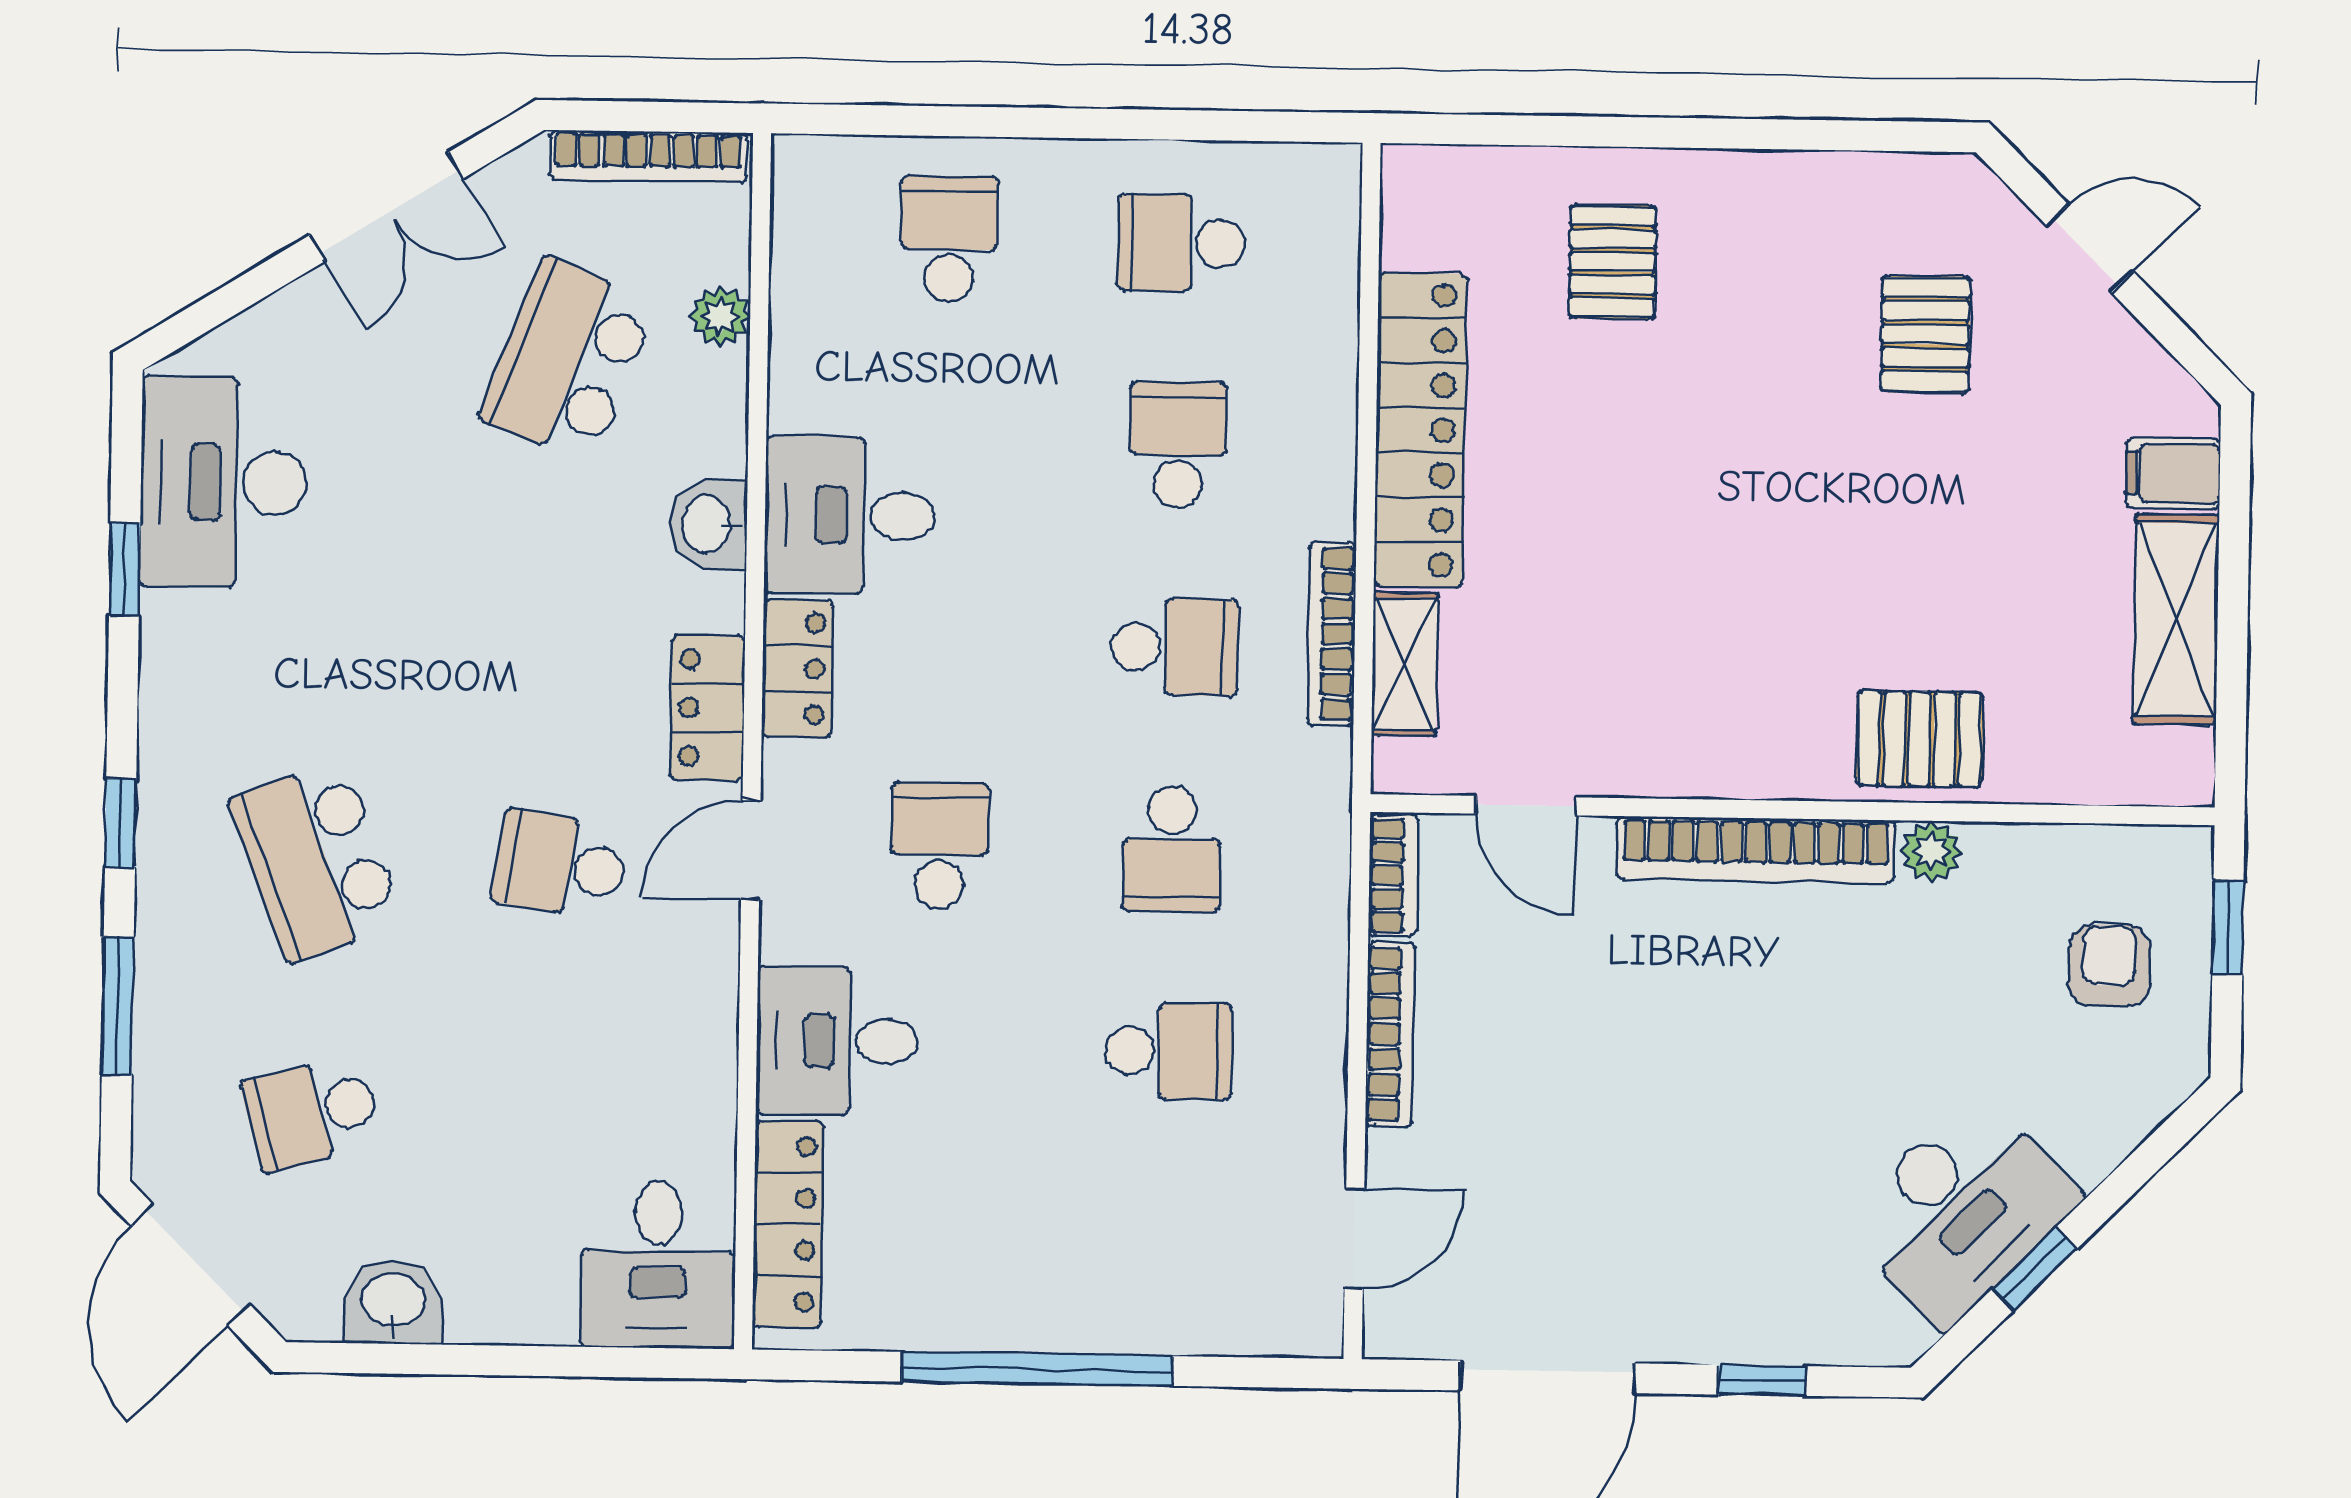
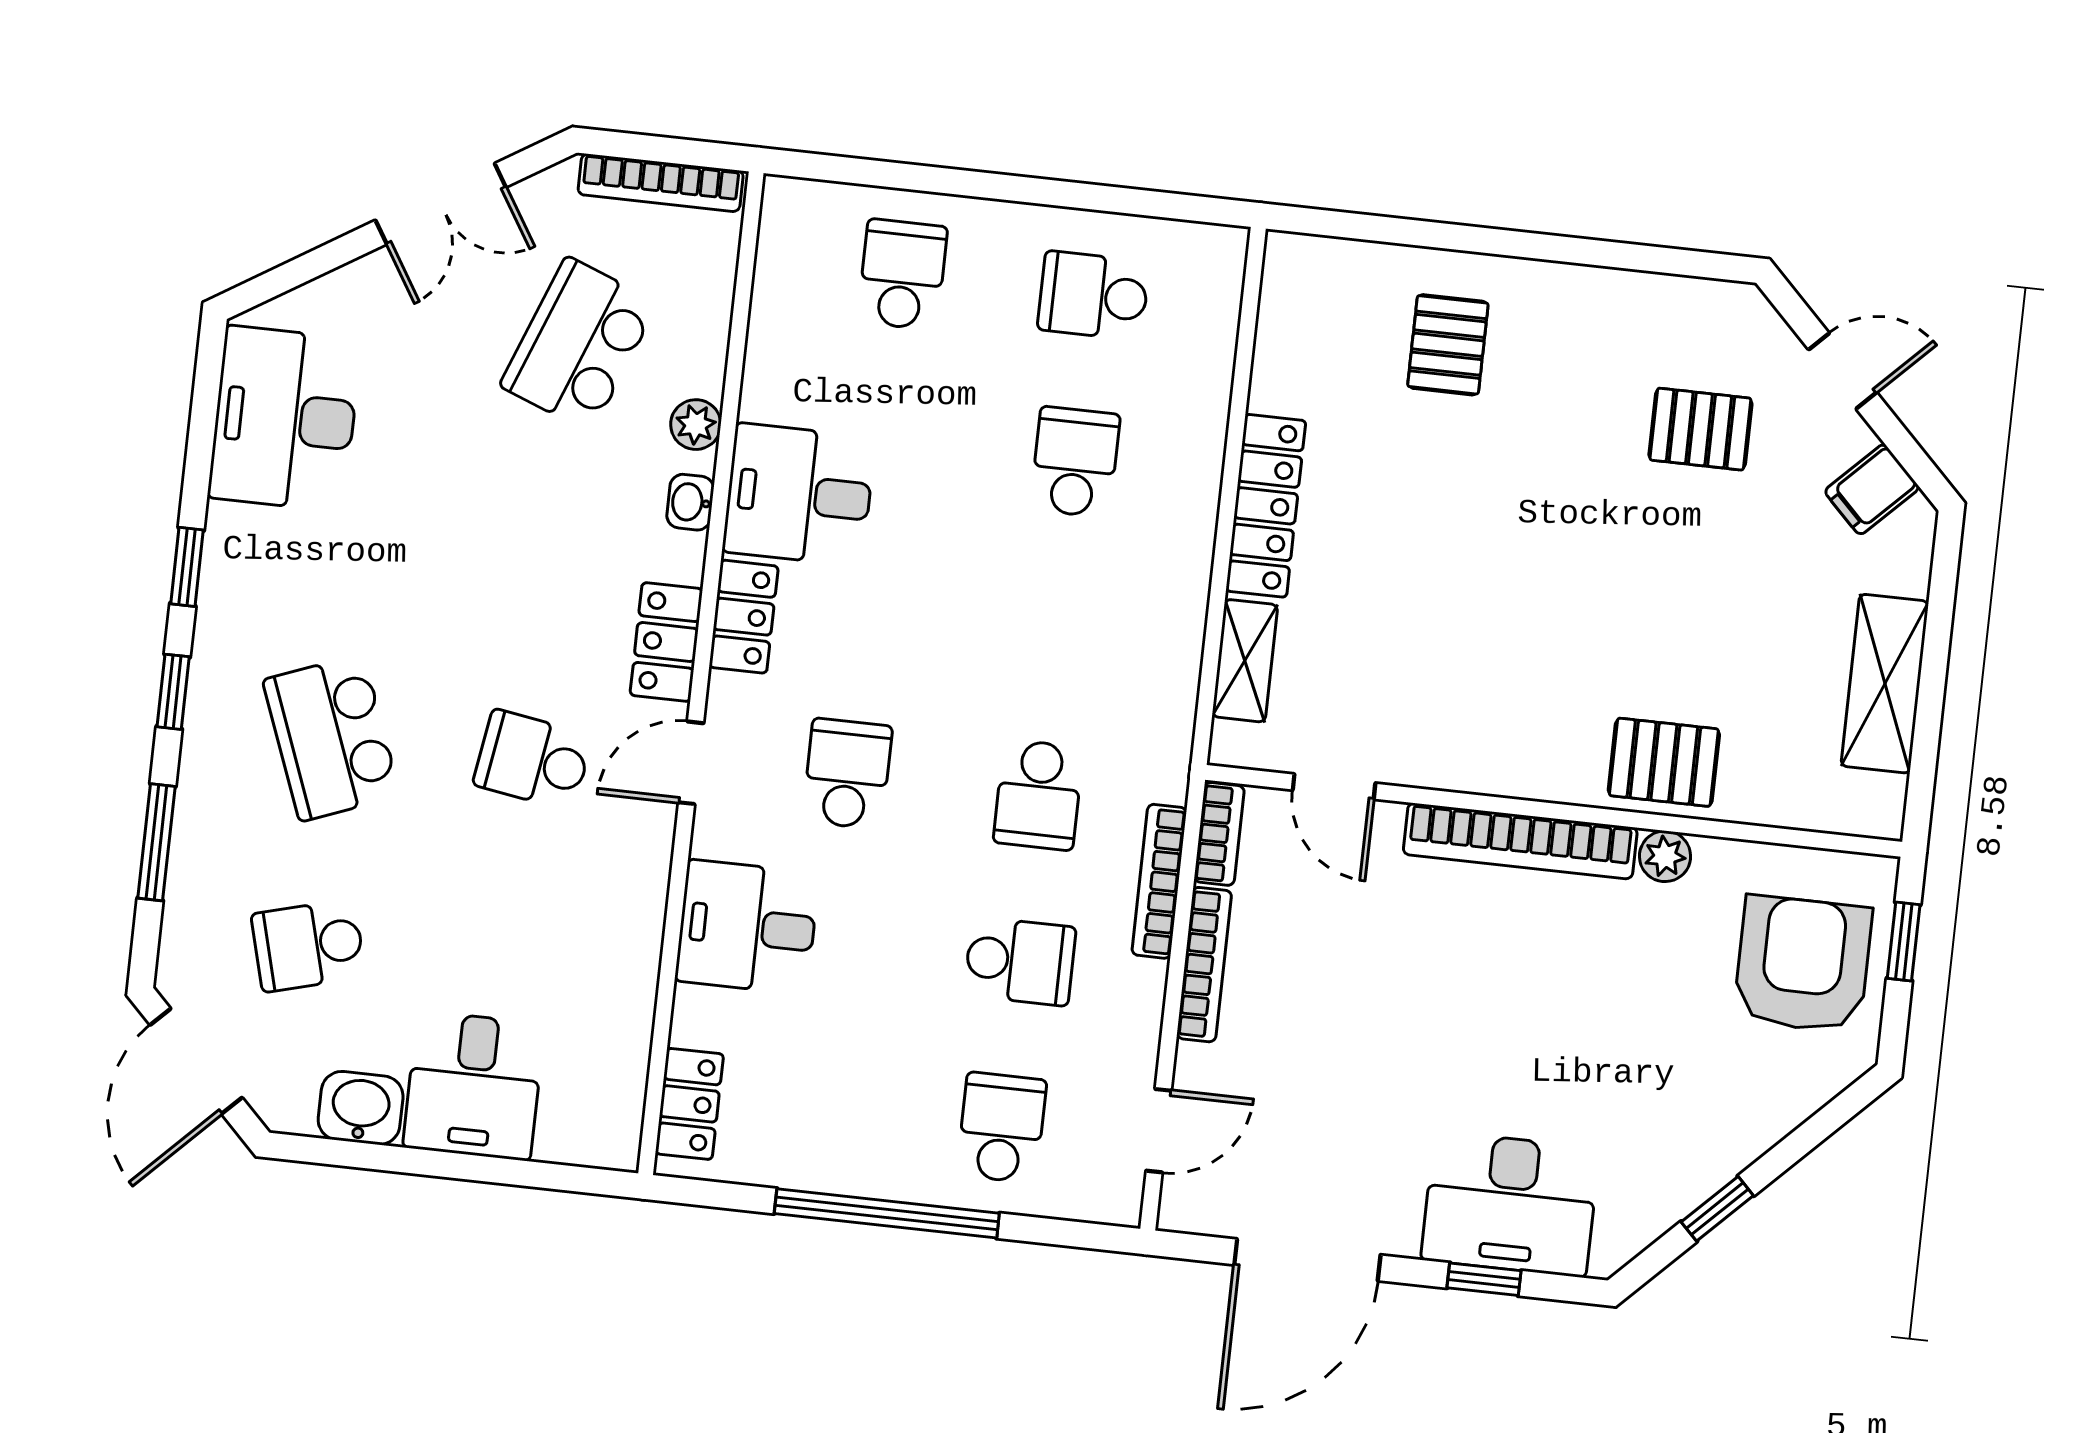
plant: (720, 316) -> (696, 425), moved
pallet: (1925, 334) -> (1700, 429), turned 90
locker: (1420, 430) -> (1266, 506), width x0.71, depth x0.83
filing cabinet: (2173, 473) -> (1872, 489), moved, turned -45
washbasin: (709, 524) -> (690, 502), width x0.72, depth x0.69
window: (125, 569) -> (187, 567), moved
bookcase: (1332, 634) -> (1159, 881), moved
school desk: (1175, 647) -> (1002, 1128), moved, turned -90
armchair: (2109, 966) -> (1803, 964), width x1.88, depth x1.88
desk: (1961, 1210) -> (1510, 1204), moved, turned 45
locker: (788, 1224) -> (689, 1104), width x0.66
desk: (658, 1265) -> (474, 1086), moved

